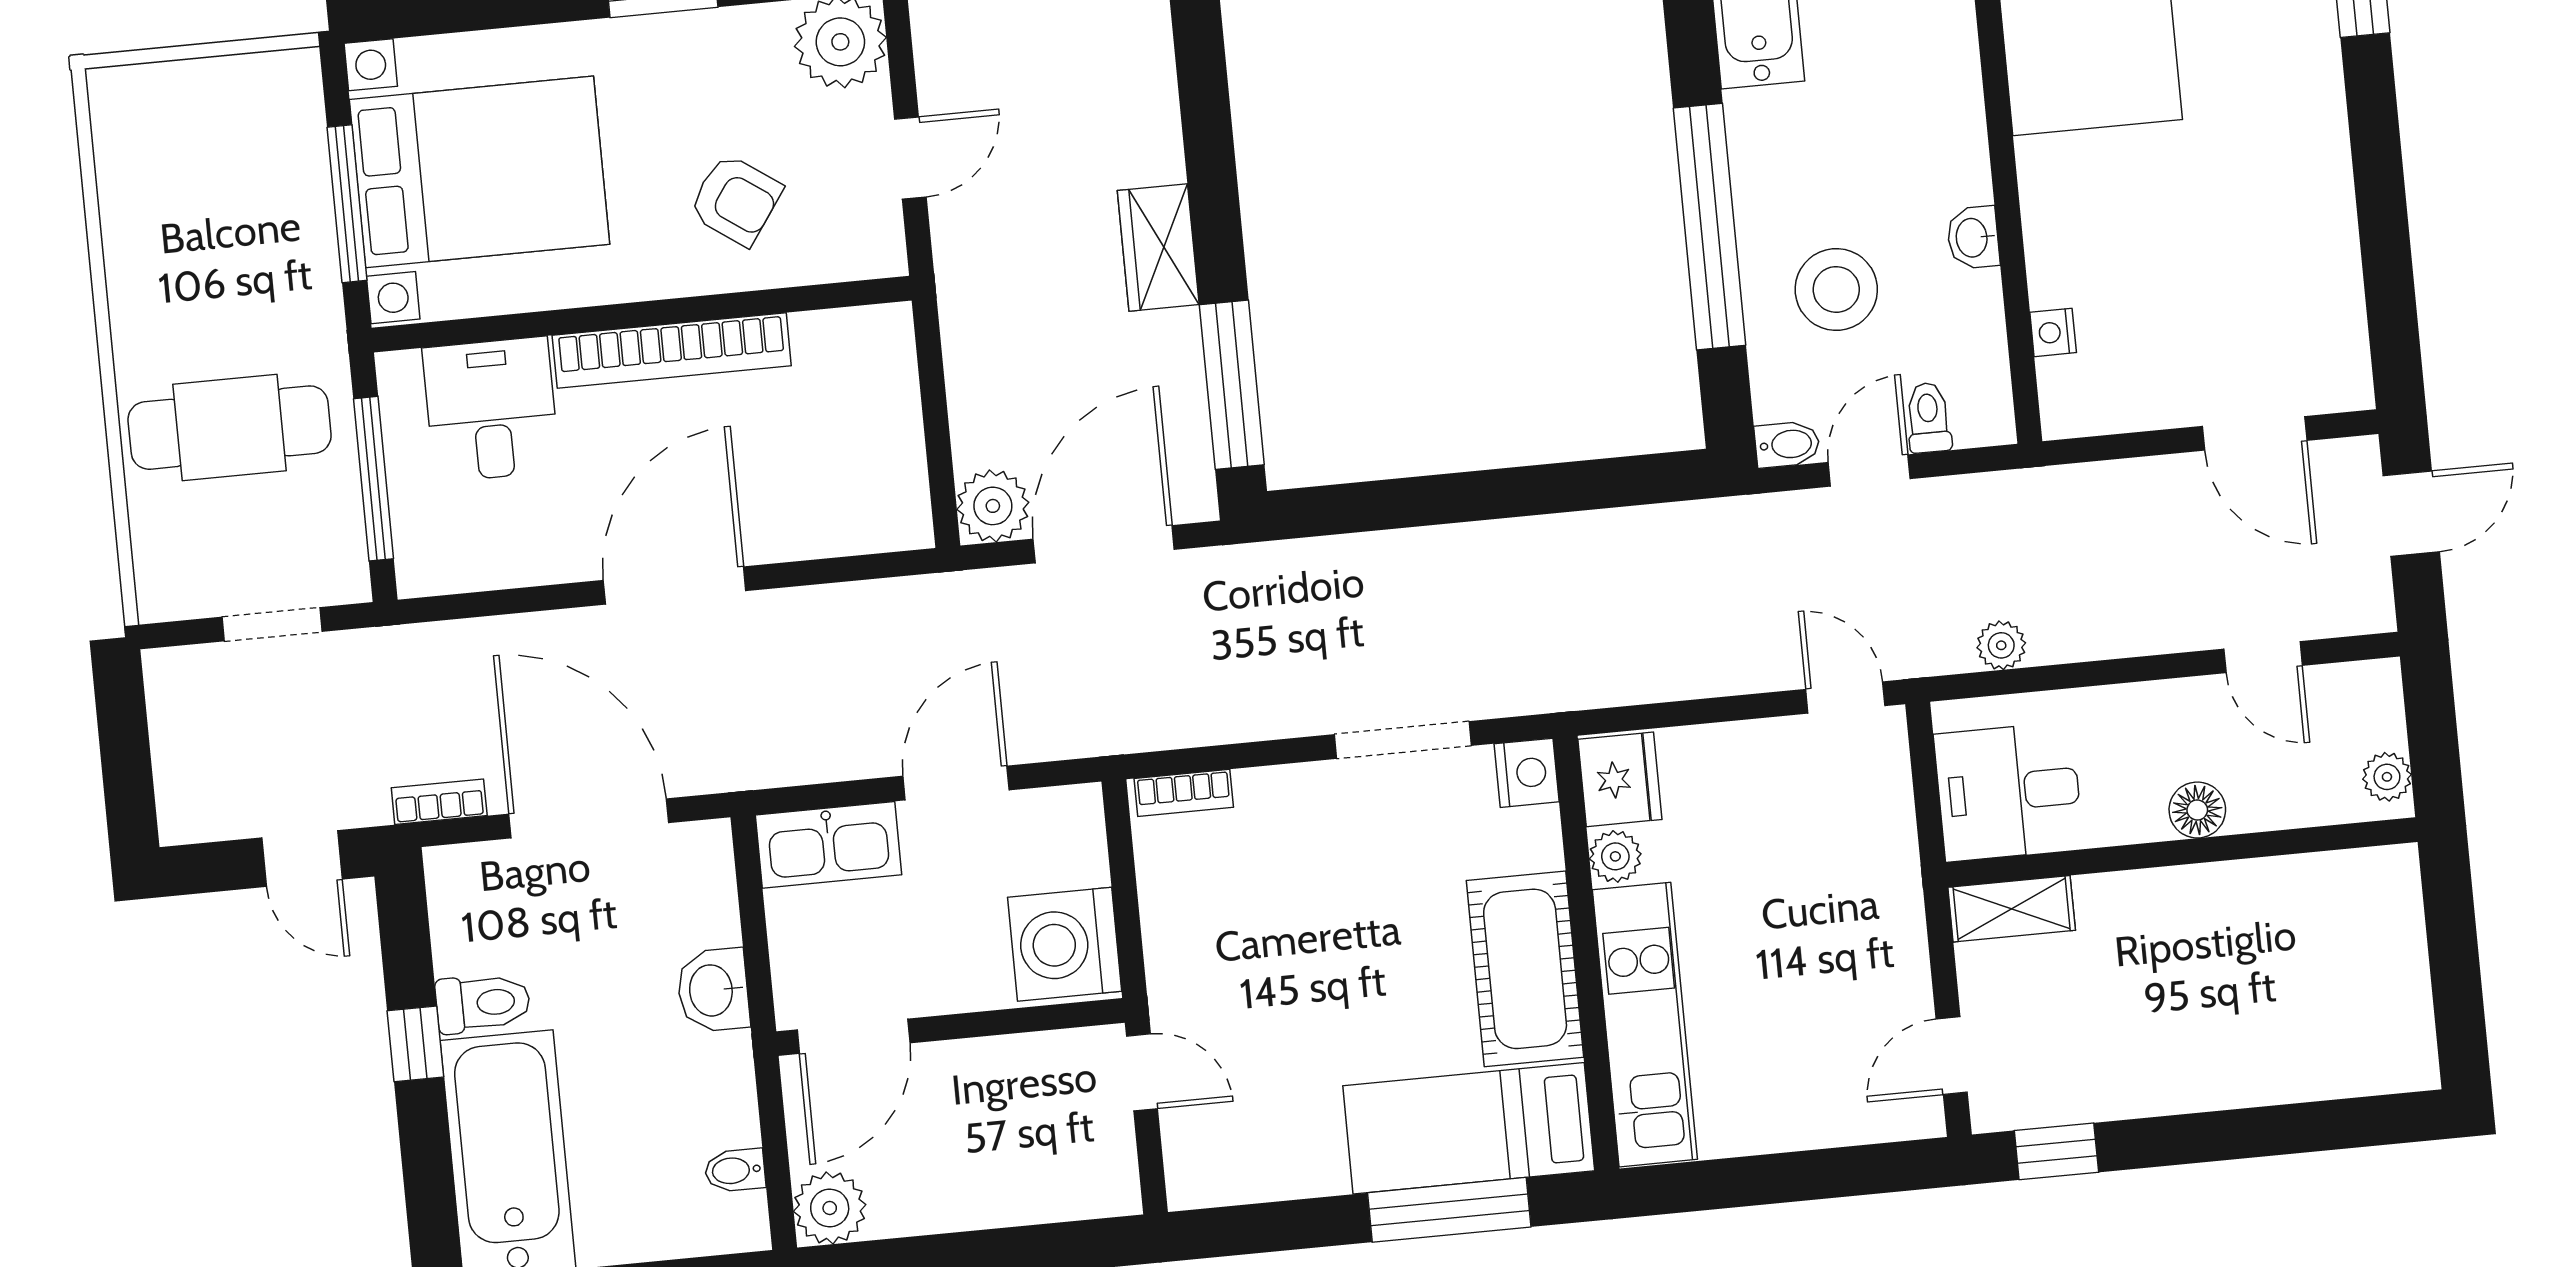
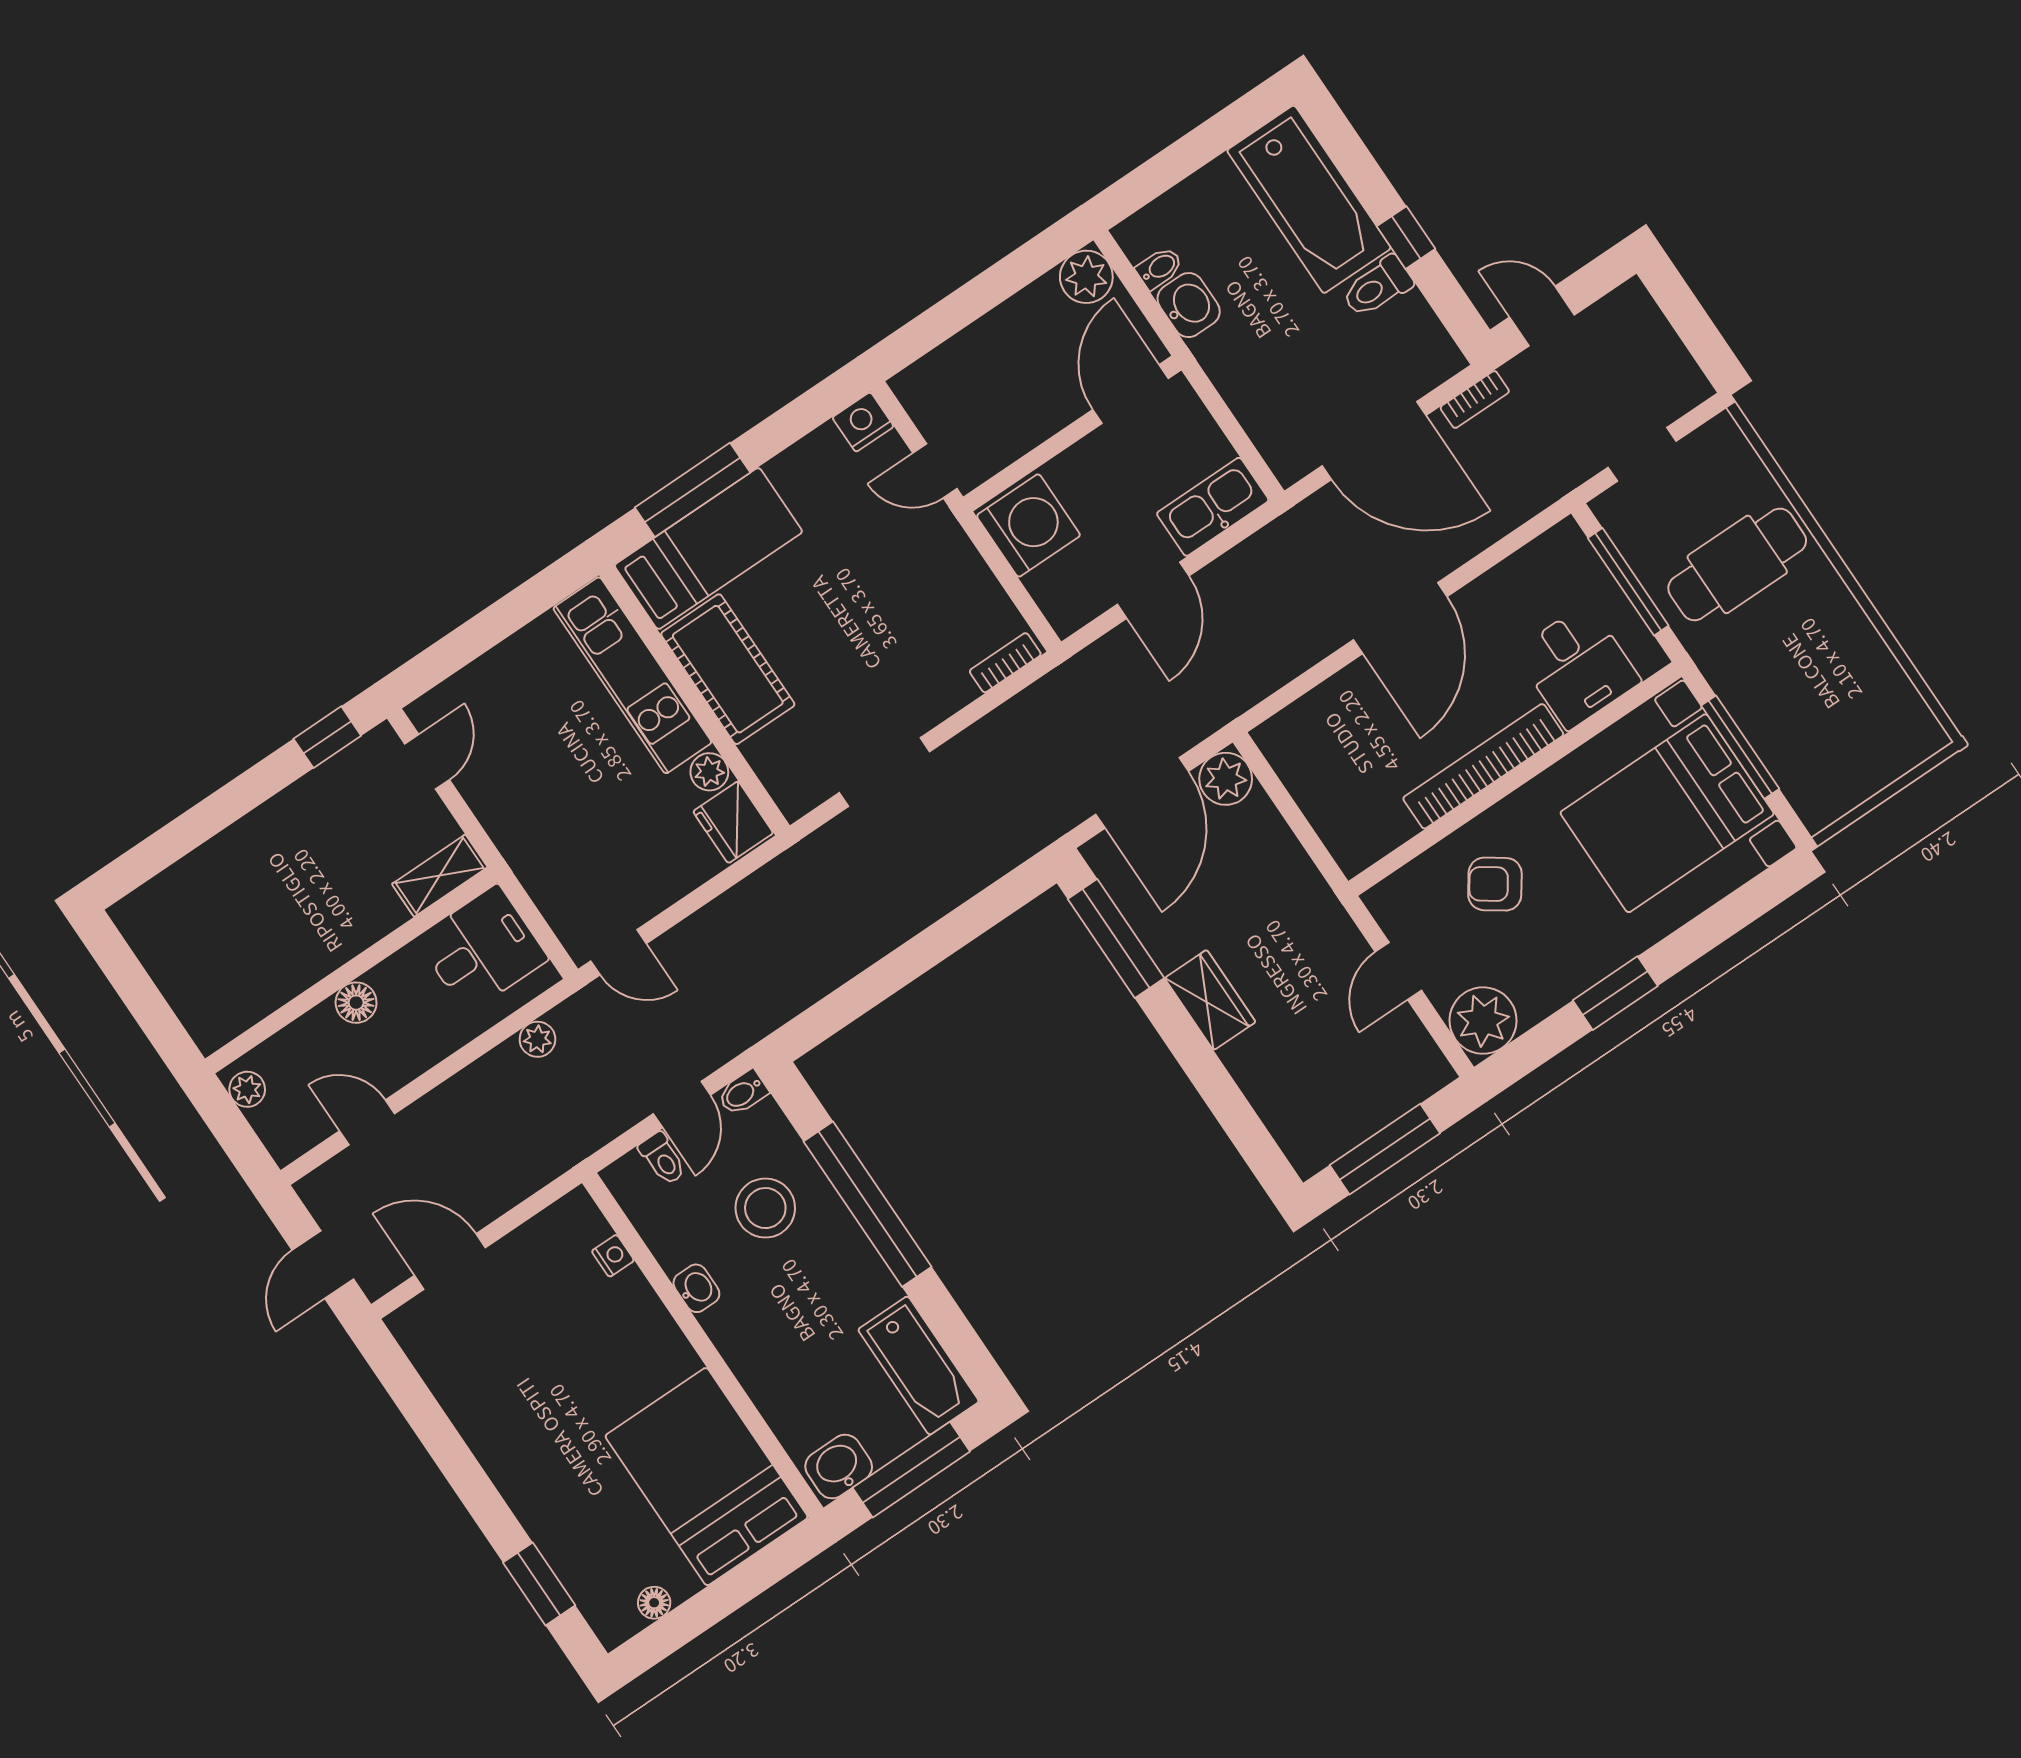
nightstand: (1527, 773) -> (863, 422), moved, turned 90
washbasin: (713, 990) -> (1189, 305), moved

